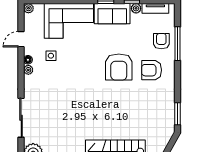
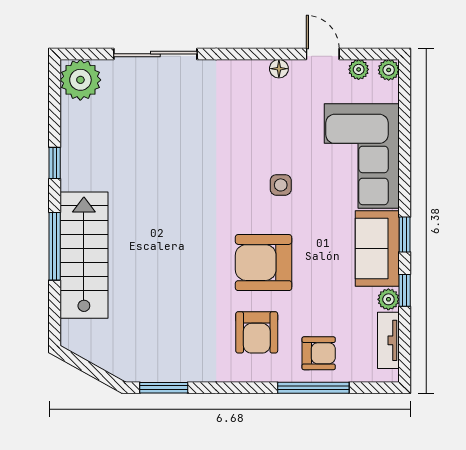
side table: (51, 56) -> (281, 185), moved
plant: (28, 70) -> (359, 69), moved
armchair: (152, 70) -> (257, 332), turned 180

